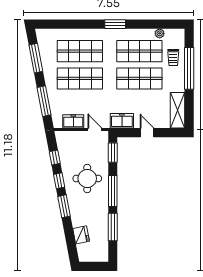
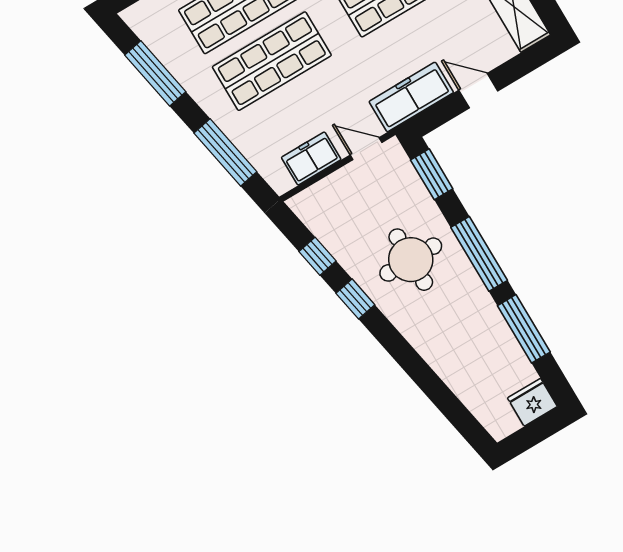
freezer: (122, 121) -> (411, 97), width x1.40
window: (64, 206) -> (397, 346), removed
fridge: (81, 235) -> (532, 402), moved, turned -79

